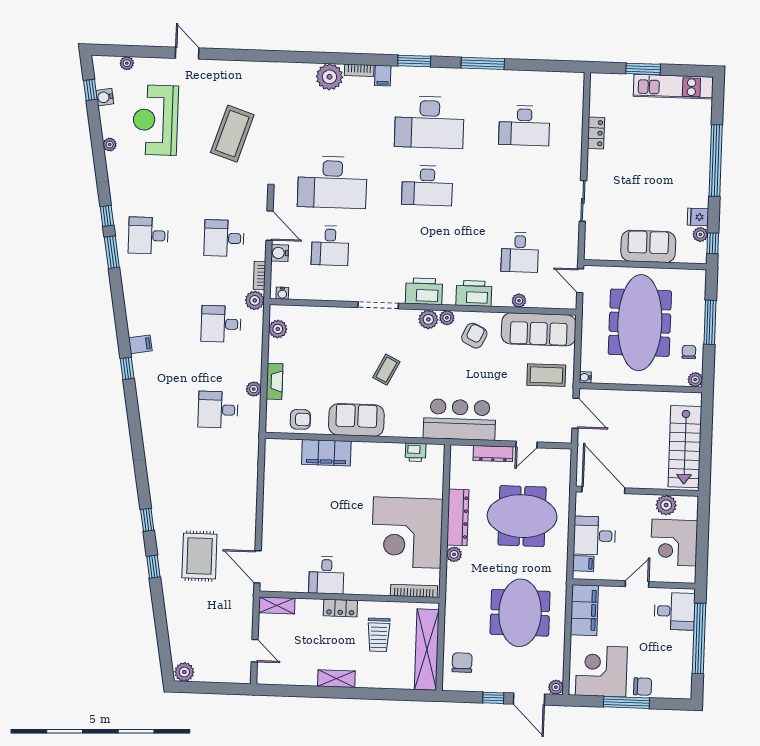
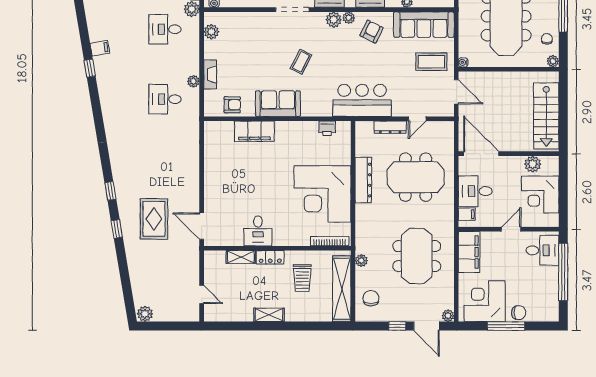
plant: (454, 554) -> (361, 261), moved
shelving: (277, 605) -> (241, 257), moved

